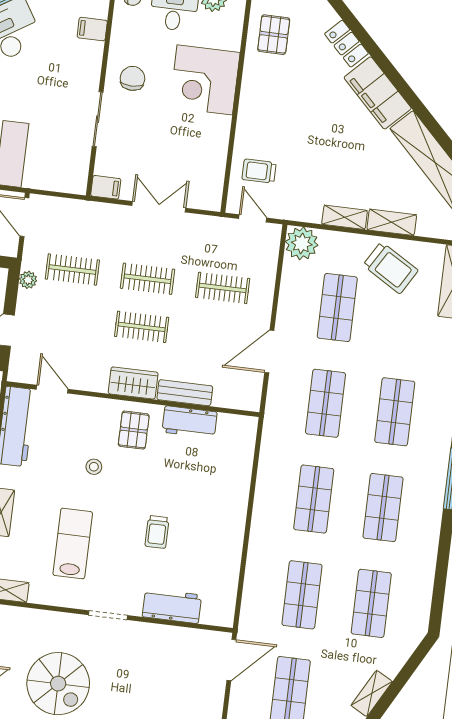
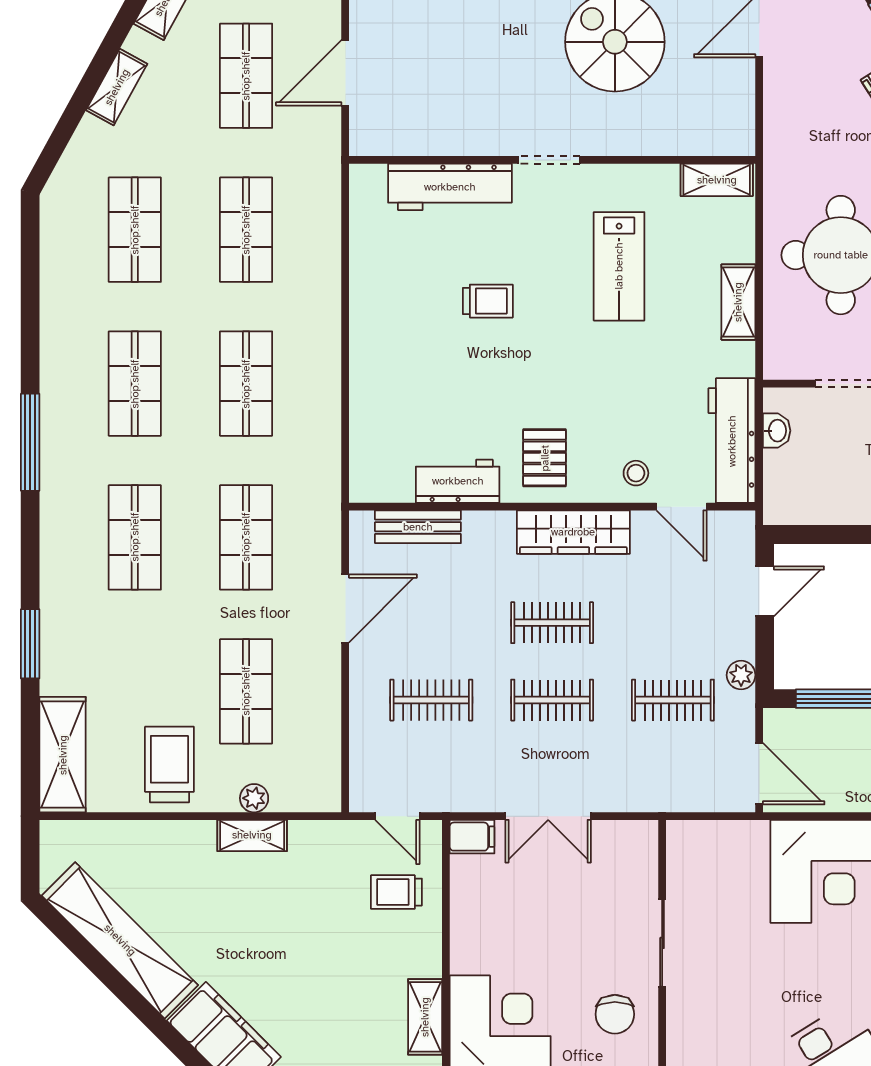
trolley: (259, 171) -> (396, 892), turned 180
filing cabinet: (106, 187) -> (472, 837), moved, turned 180
shelving: (392, 222) -> (425, 1017), moved, turned 90
plant: (302, 243) -> (254, 798), moved, width x0.53, depth x0.53
trolley: (391, 268) -> (169, 765), turned 59
wardrobe: (133, 383) -> (573, 532), width x1.50
bench: (185, 393) -> (418, 527), moved
stool: (94, 467) -> (636, 473), moved
trolley: (157, 532) -> (488, 301), turned 90
workbench: (172, 606) -> (450, 187), width x1.38
door: (231, 660) -> (345, 73), moved

